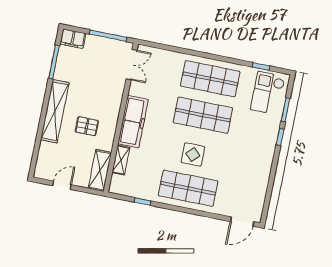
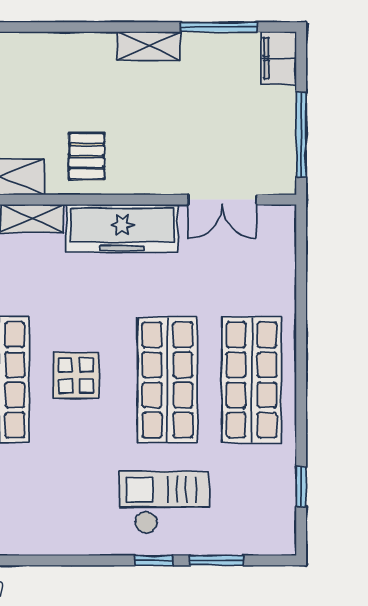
double door: (132, 65) -> (222, 200), moved
checkout: (268, 93) -> (164, 502), moved
shelving: (55, 111) -> (148, 46), width x0.45, depth x0.75
pallet: (87, 126) -> (87, 156), moved

